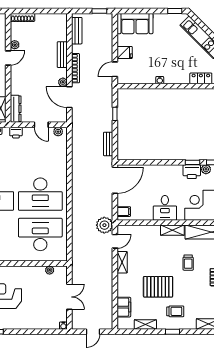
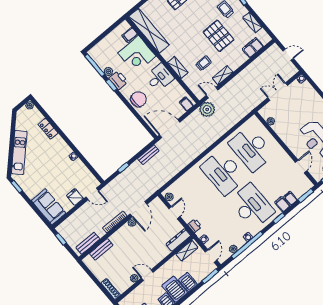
bench: (62, 55) -> (101, 249), moved
chair: (162, 175) -> (138, 99), added
desk: (40, 194) -> (223, 172), turned 180
shelving: (172, 230) -> (178, 68), moved
trolley: (188, 263) -> (203, 63), moved

